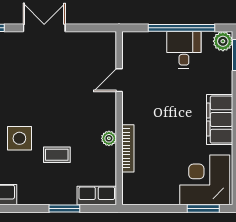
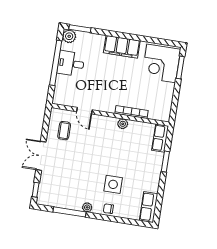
coffee table: (57, 155) -> (64, 131), moved

